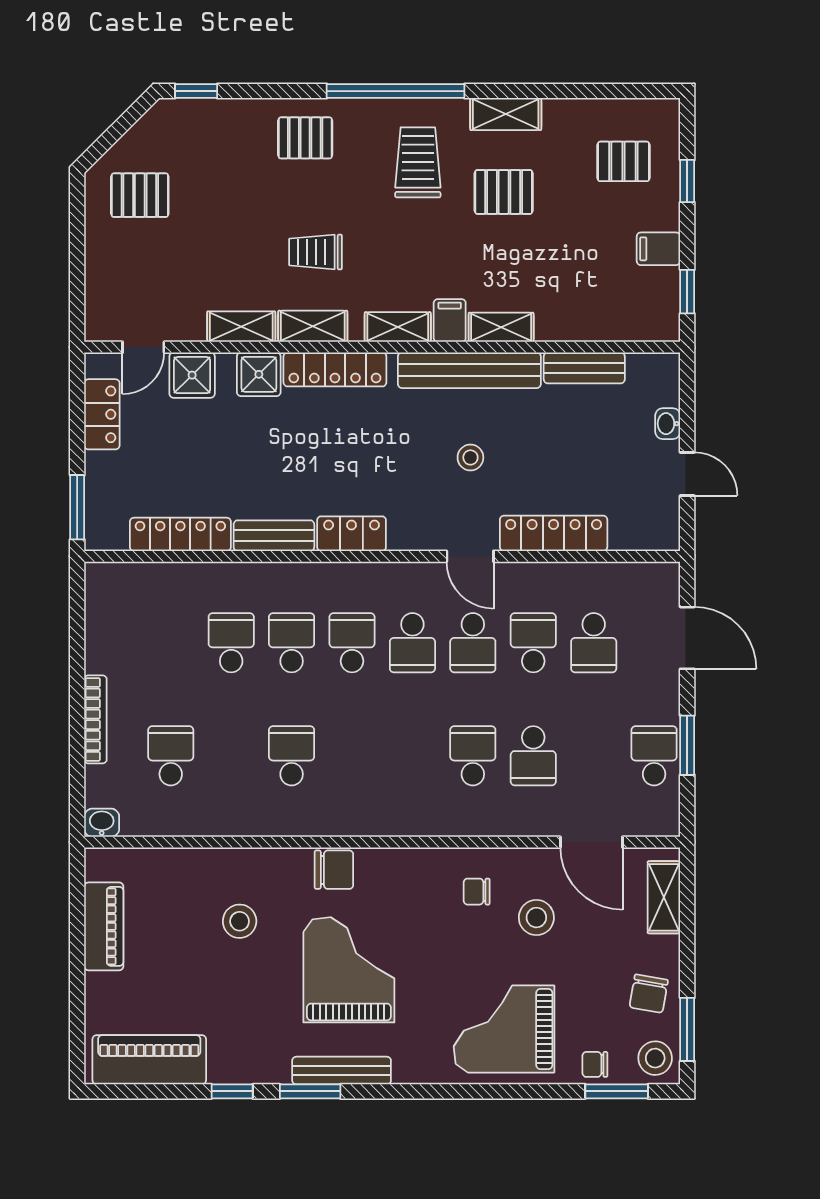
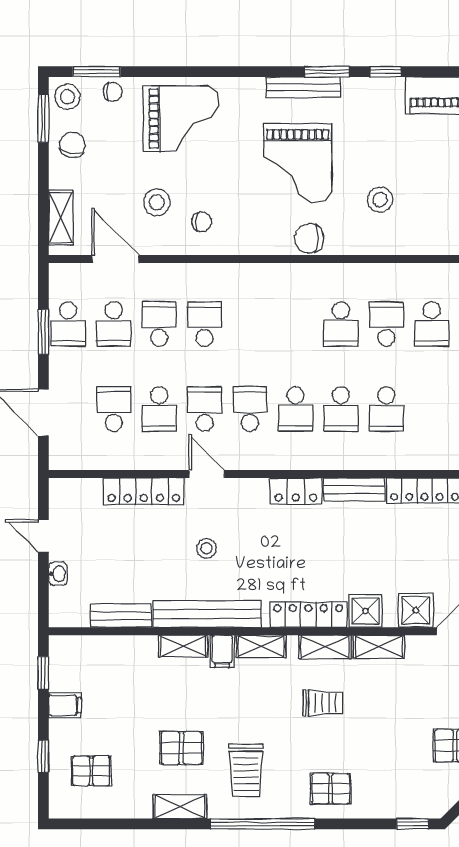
school desk: (231, 756) -> (386, 324), added
school desk: (473, 756) -> (205, 324), turned 180
school desk: (594, 756) -> (114, 324), added

